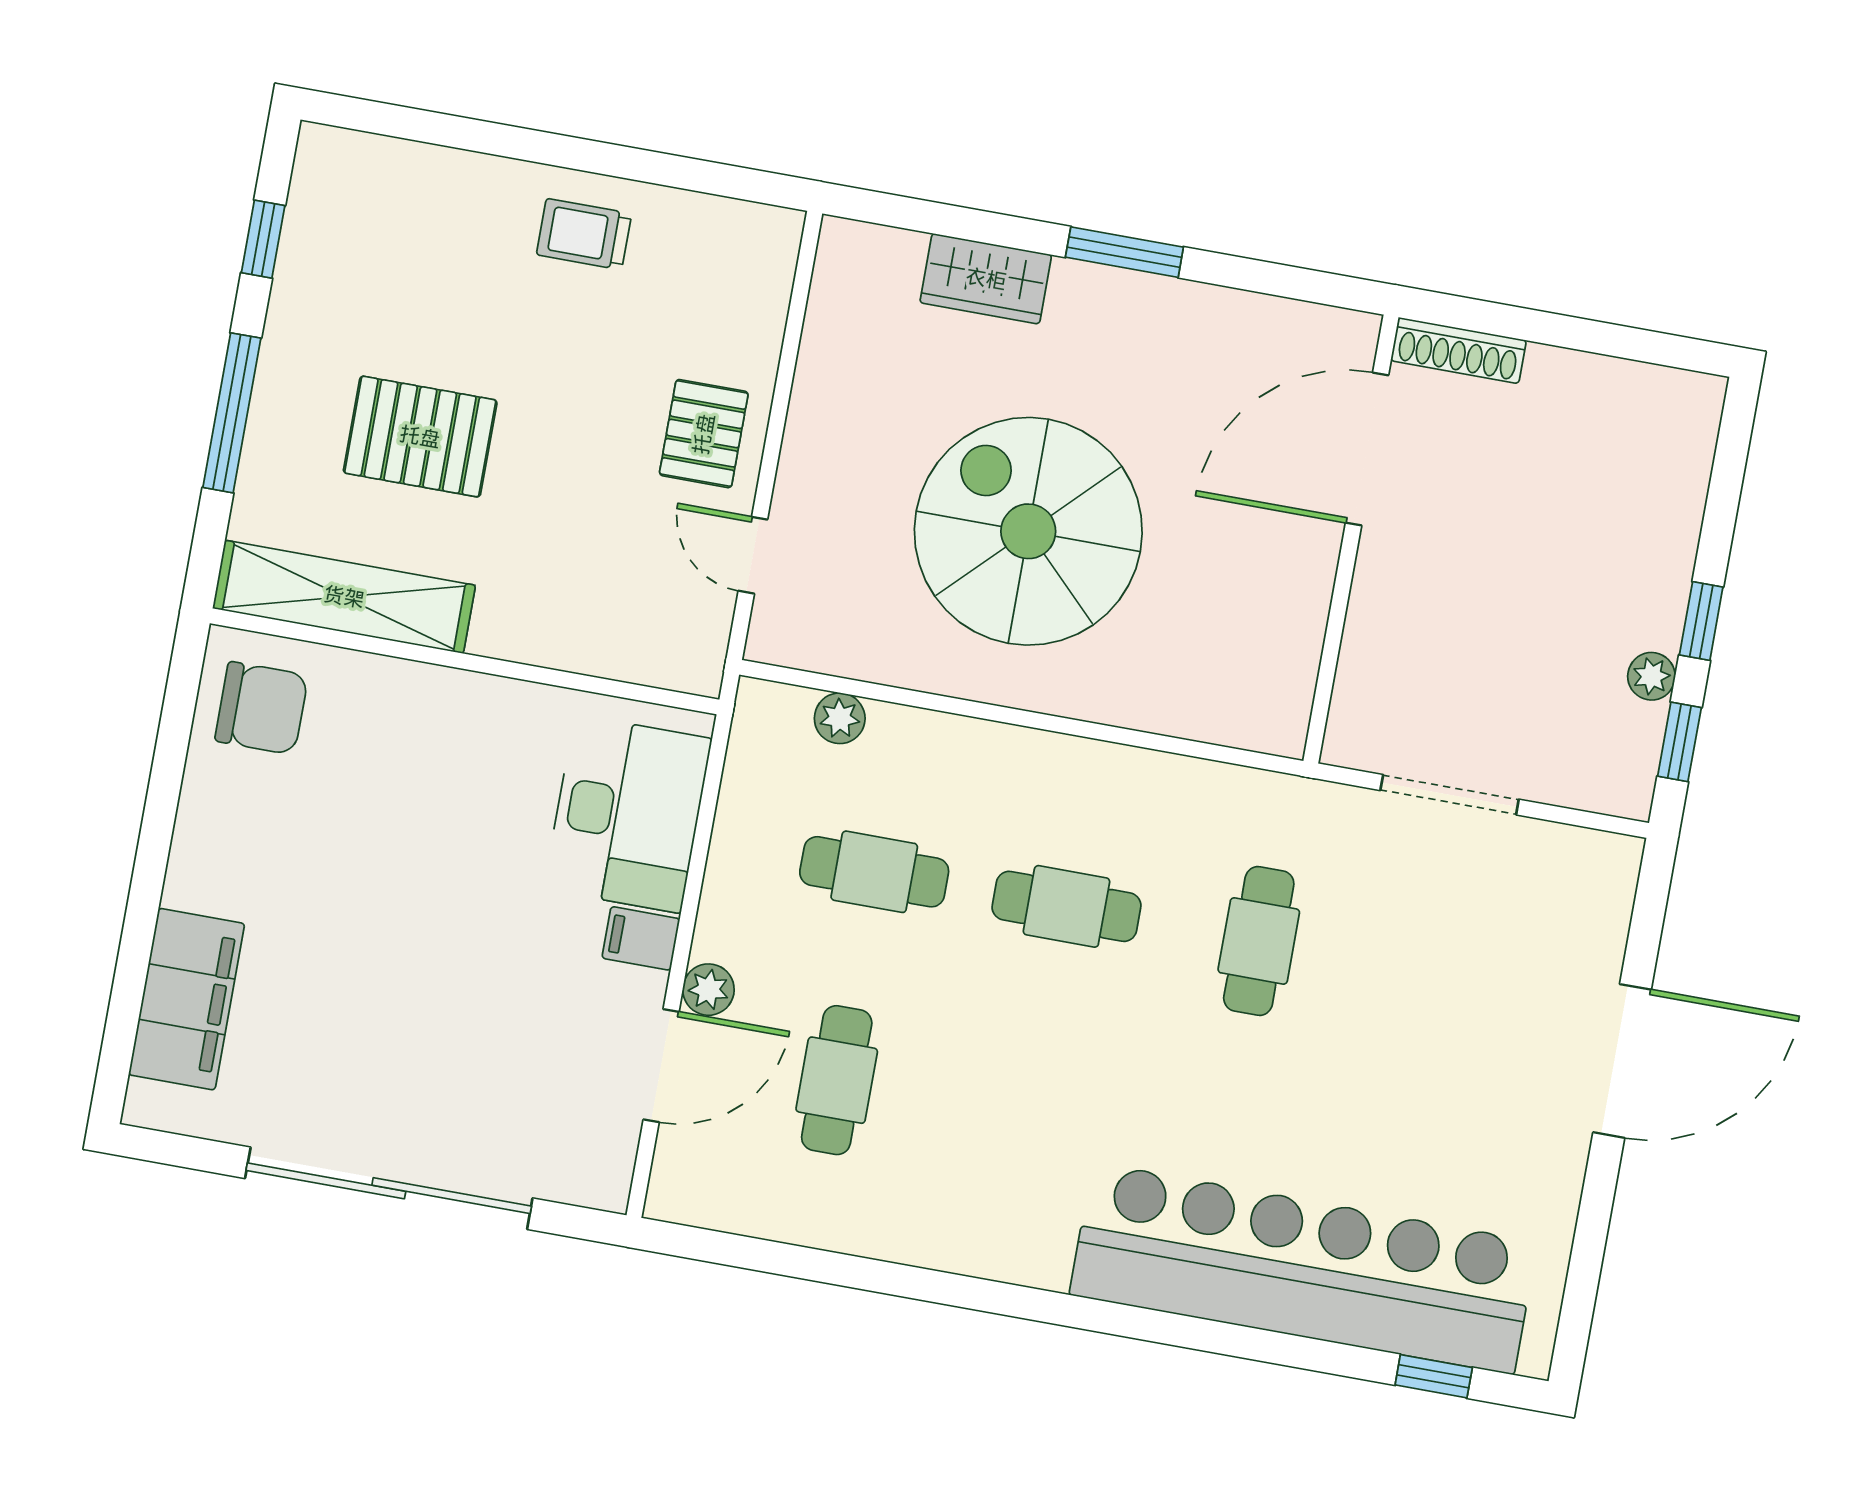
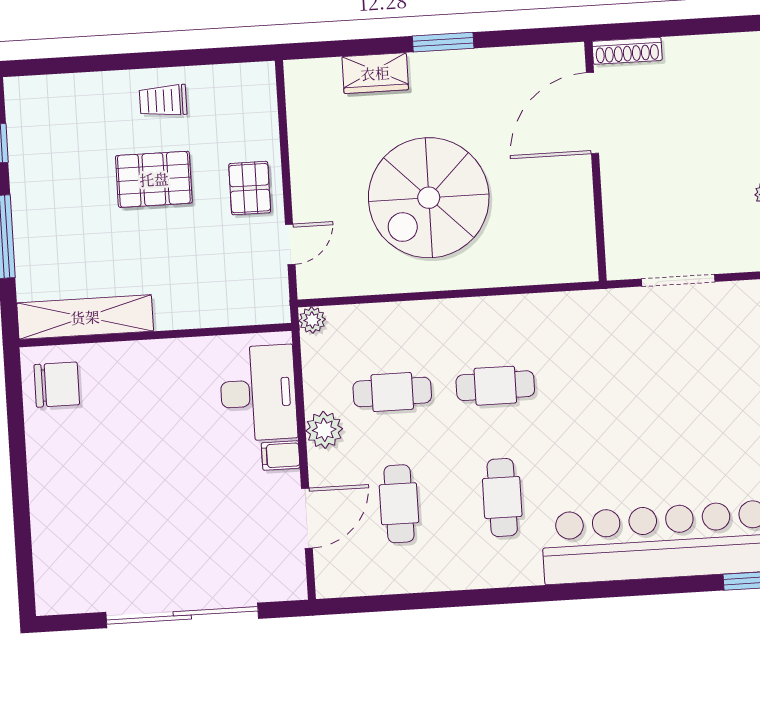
pallet: (420, 437) -> (154, 179), moved
spiral stairs: (1028, 531) -> (429, 198), turned -90
door: (753, 555) -> (290, 244), swing flipped
plant: (840, 718) -> (312, 320), moved
cafe table: (1259, 941) -> (502, 497), moved
plant: (708, 990) -> (324, 430), moved, width x1.38, depth x1.38
filing cabinet: (187, 999) -> (55, 544), removed

